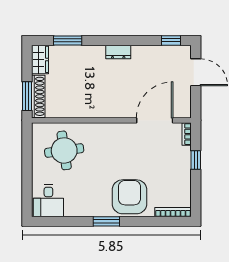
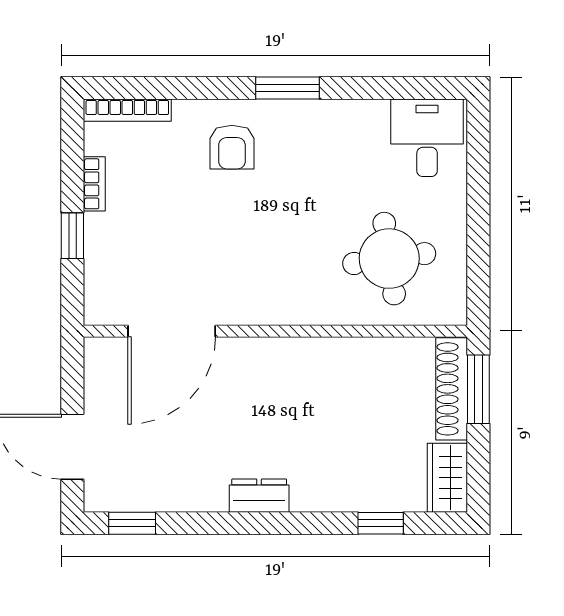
window: (68, 40) -> (381, 523), width x0.67
bookcase: (187, 134) -> (94, 184), moved
armchair: (129, 197) -> (232, 147), width x0.53, depth x0.53

